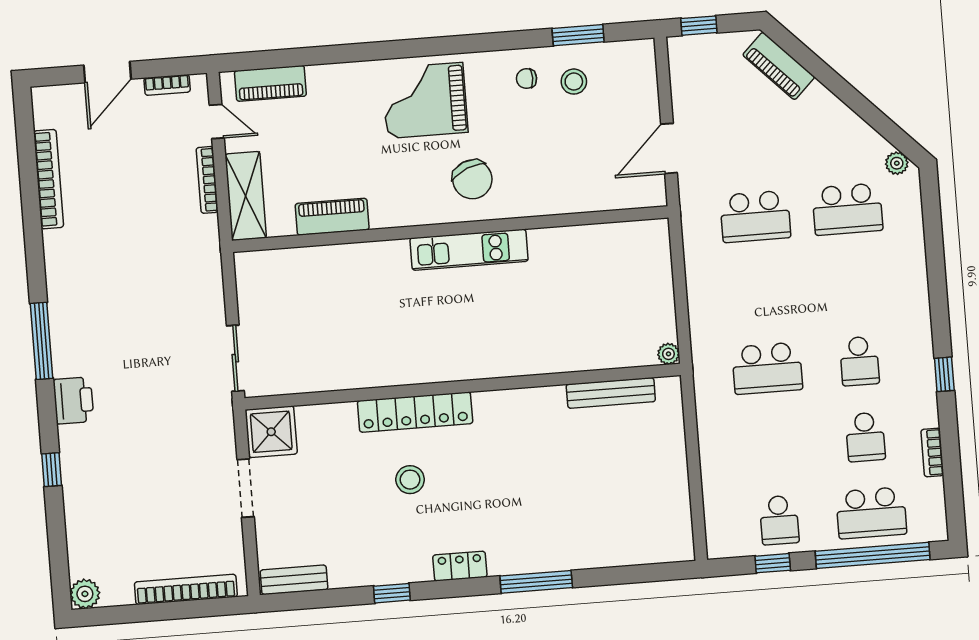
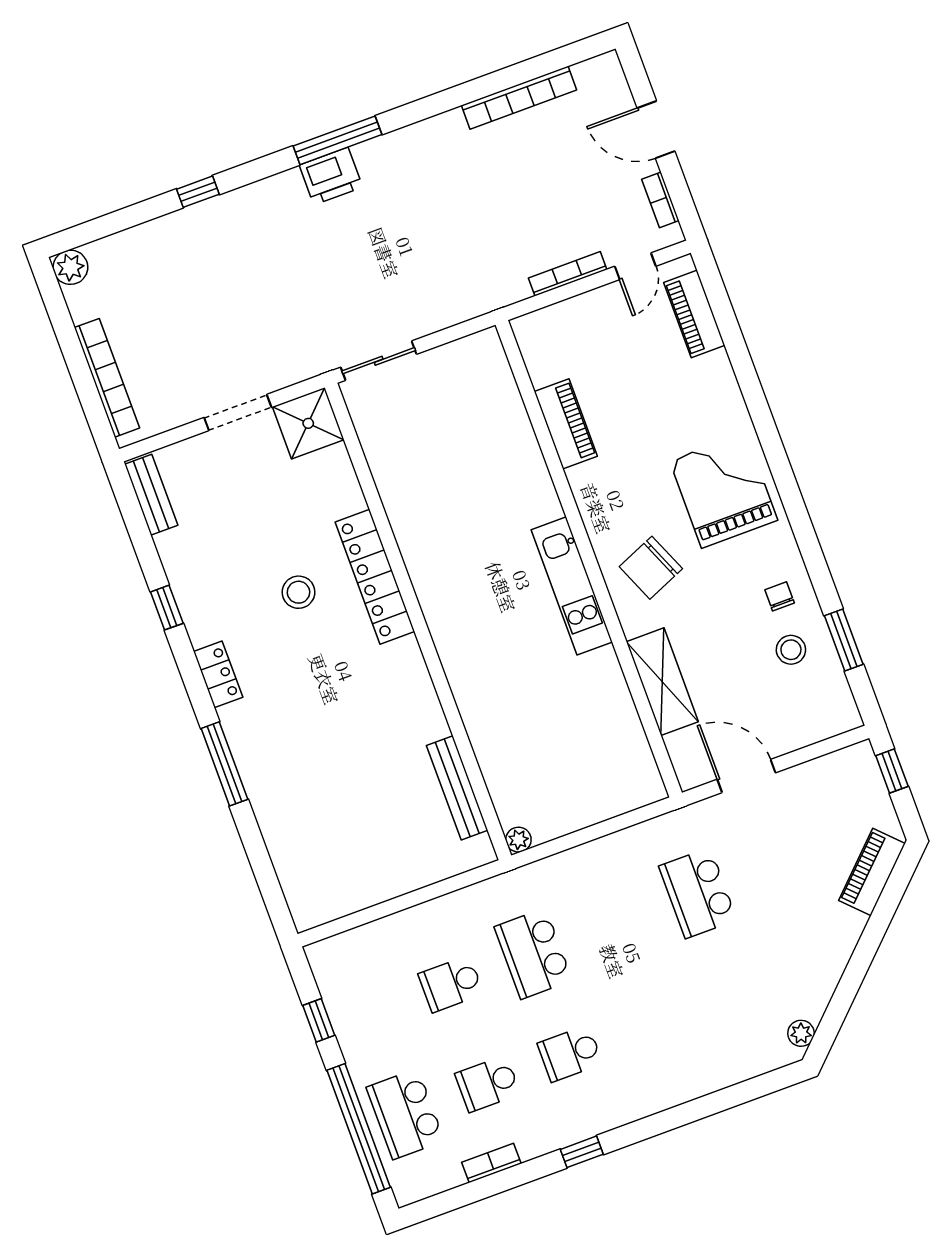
shelving: (246, 196) -> (662, 682), moved, turned 90
school desk: (847, 209) -> (735, 993), removed
printer: (73, 400) -> (331, 176), moved
school desk: (779, 520) -> (451, 984), moved

